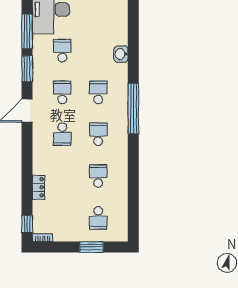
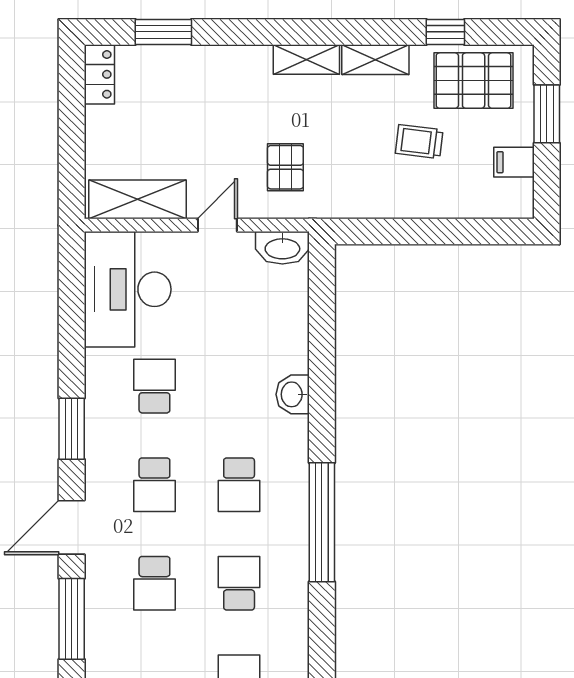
window: (27, 31) -> (72, 619), moved
school desk: (62, 92) -> (154, 485), turned 180
school desk: (98, 92) -> (239, 485), turned 180

